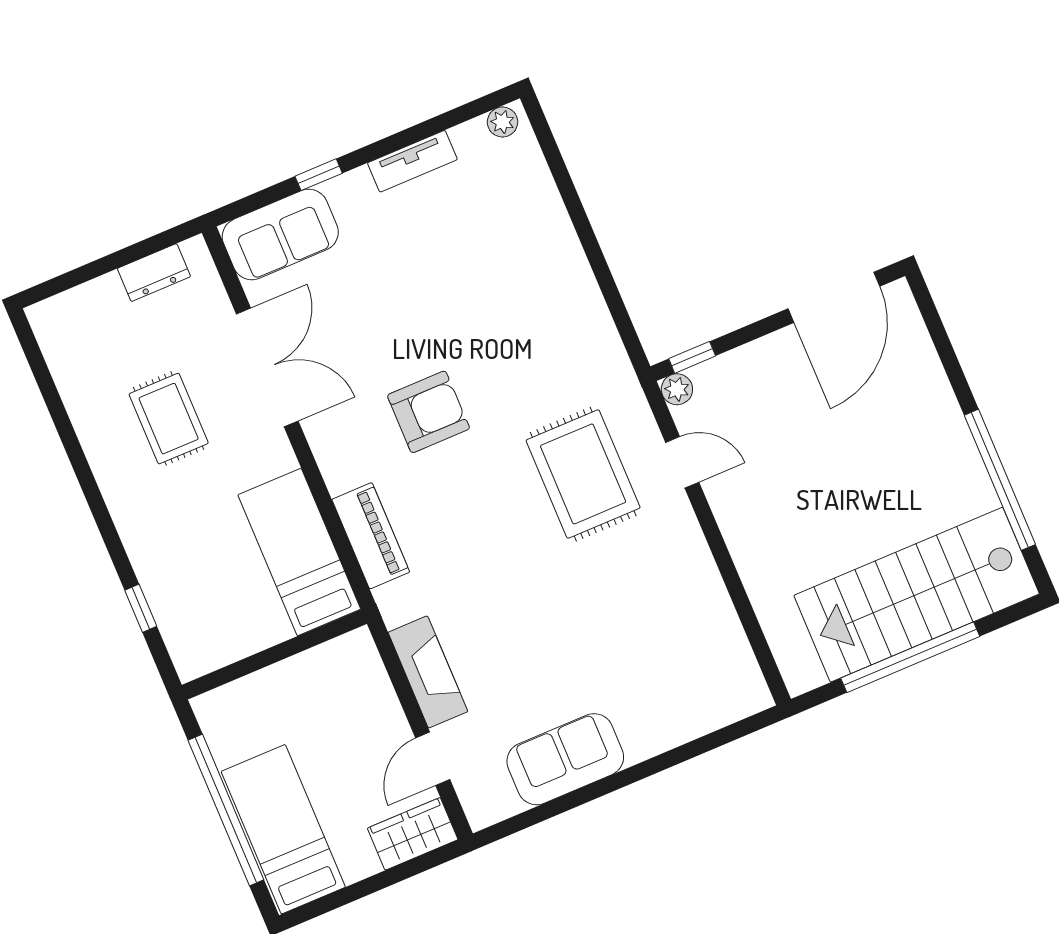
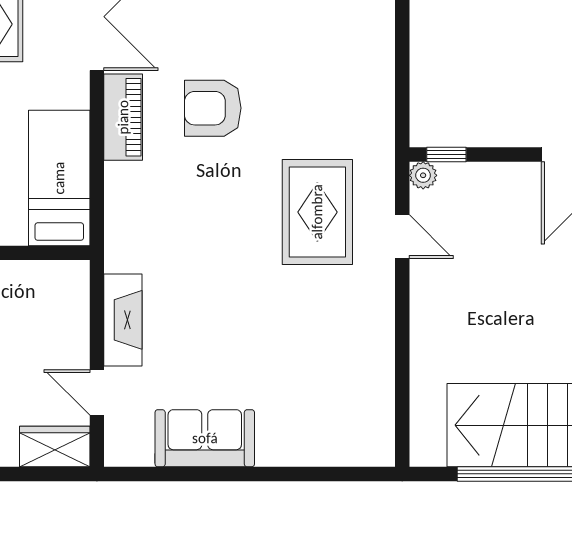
armchair: (428, 412) -> (213, 108), turned 180
piano: (371, 536) -> (123, 117), moved
door: (433, 759) -> (97, 392), hinge flipped

